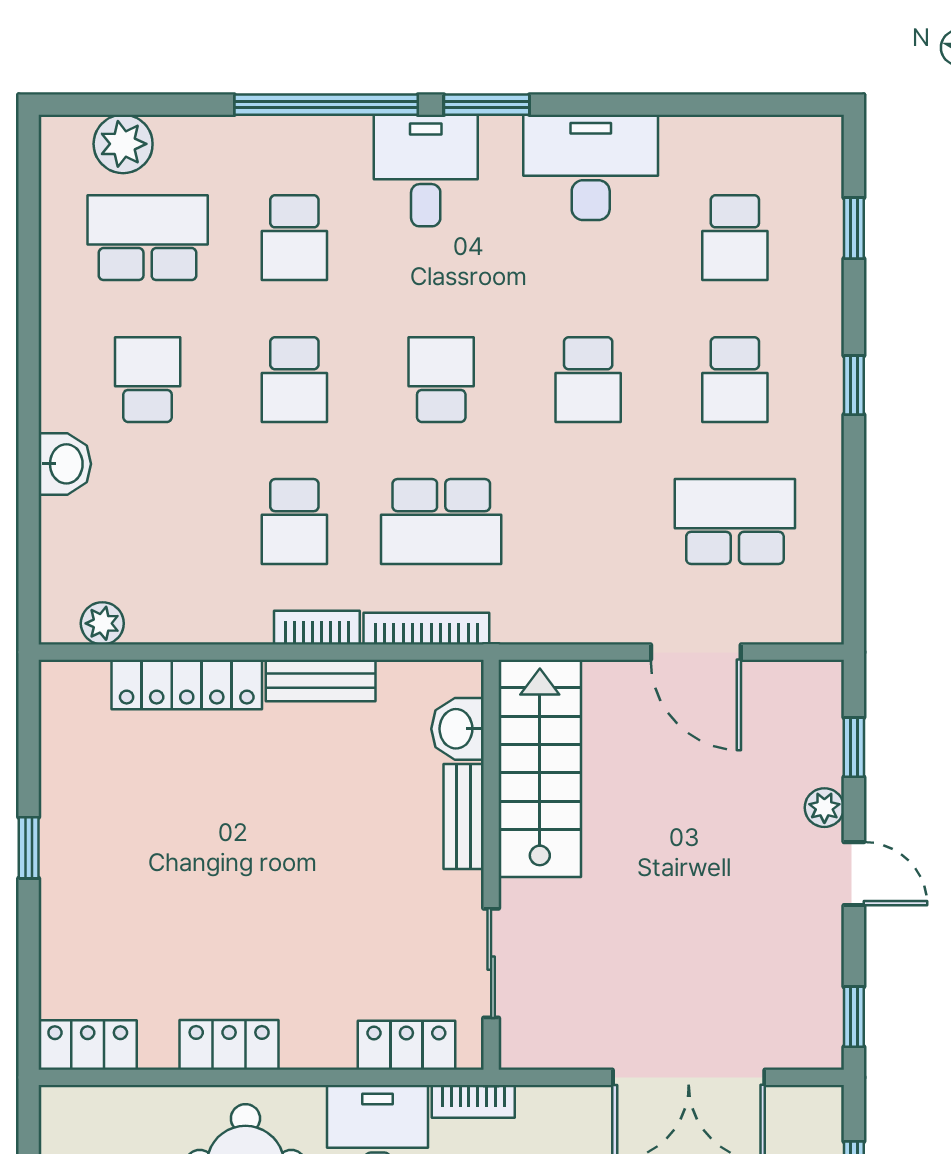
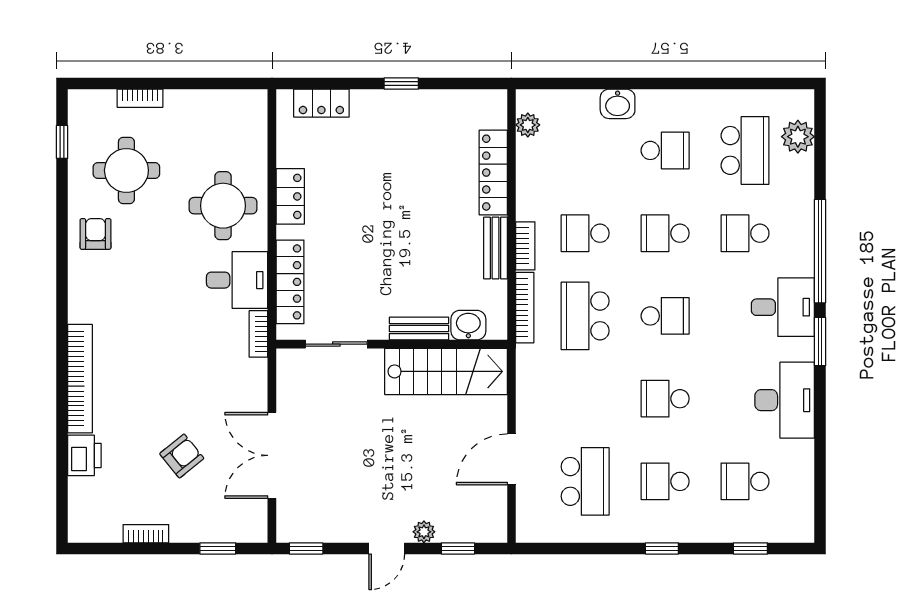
locker: (88, 1045) -> (321, 103), moved, turned 90
locker: (406, 1045) -> (290, 282), width x1.53

